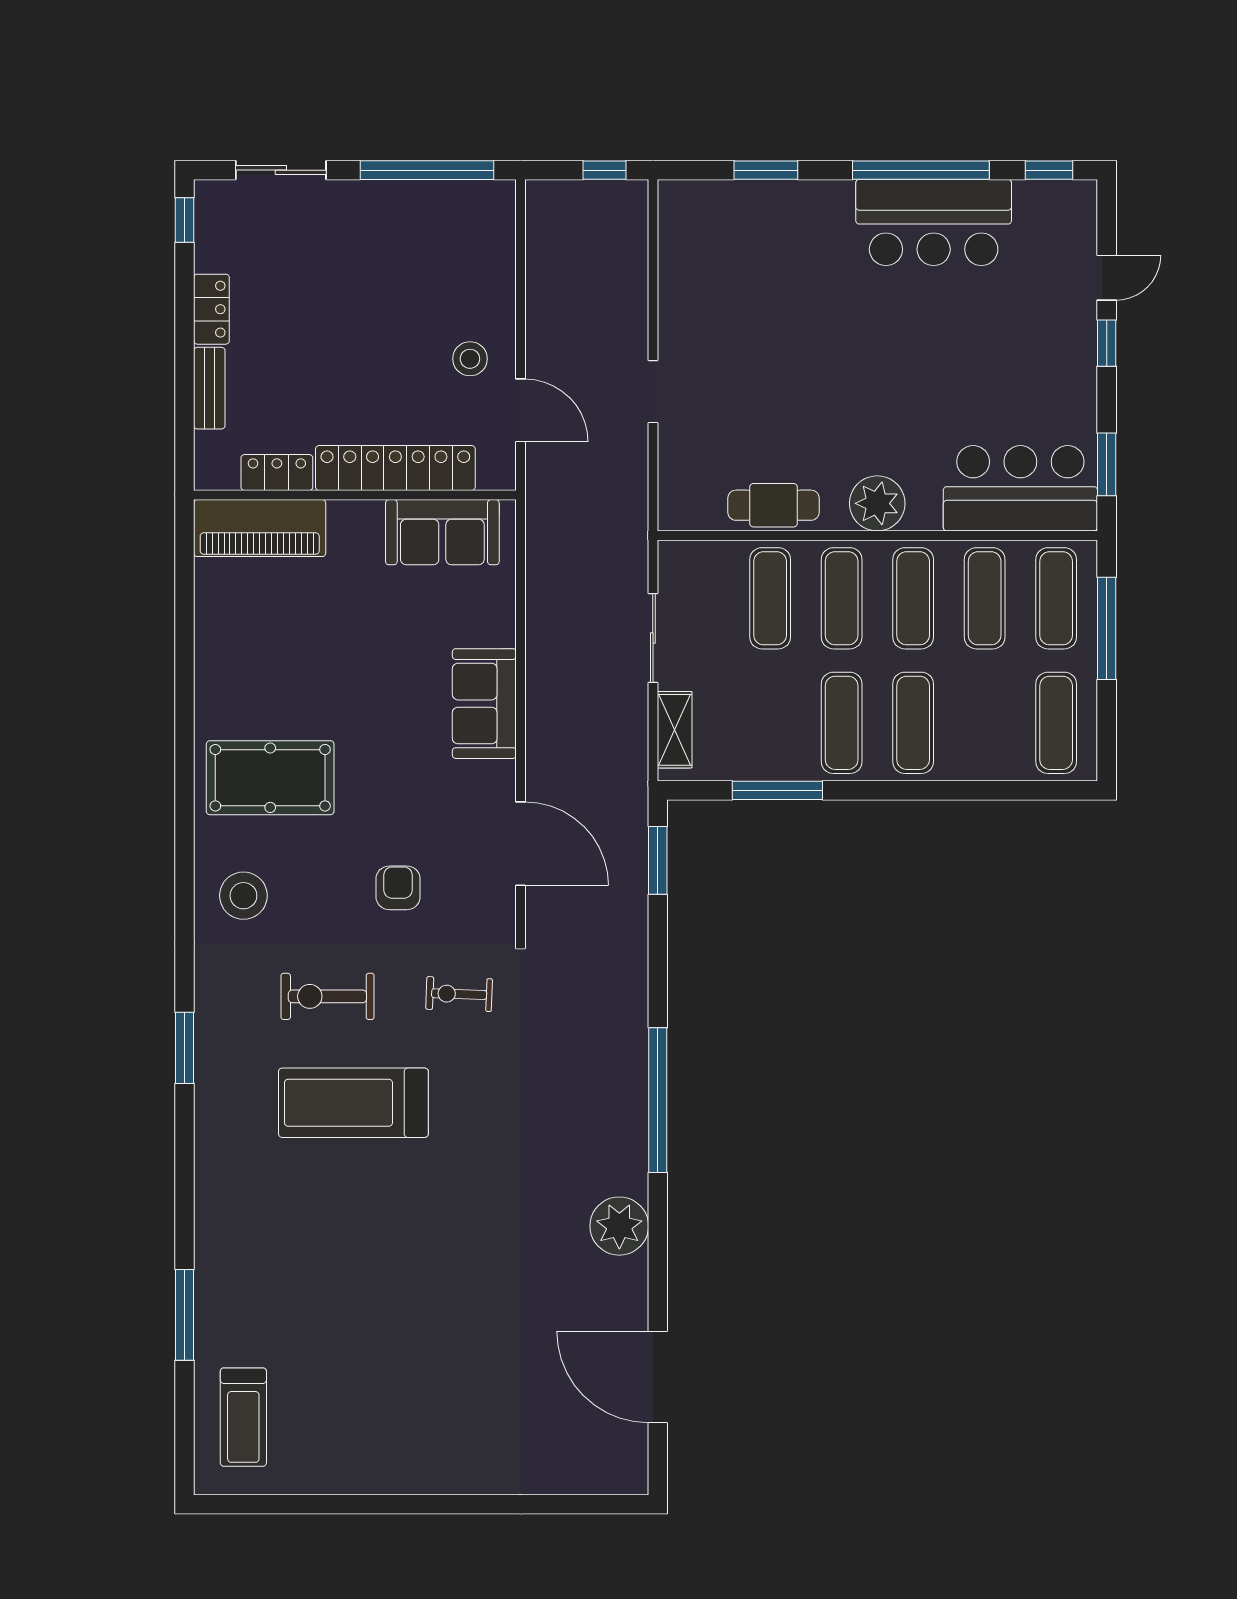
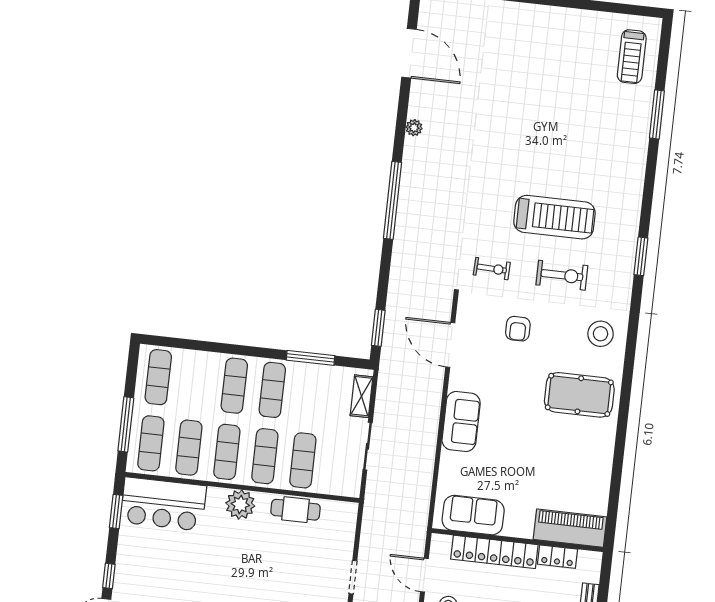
plant: (619, 1226) -> (414, 128), width x0.53, depth x0.53
treadmill: (243, 1417) -> (632, 57), turned 180

